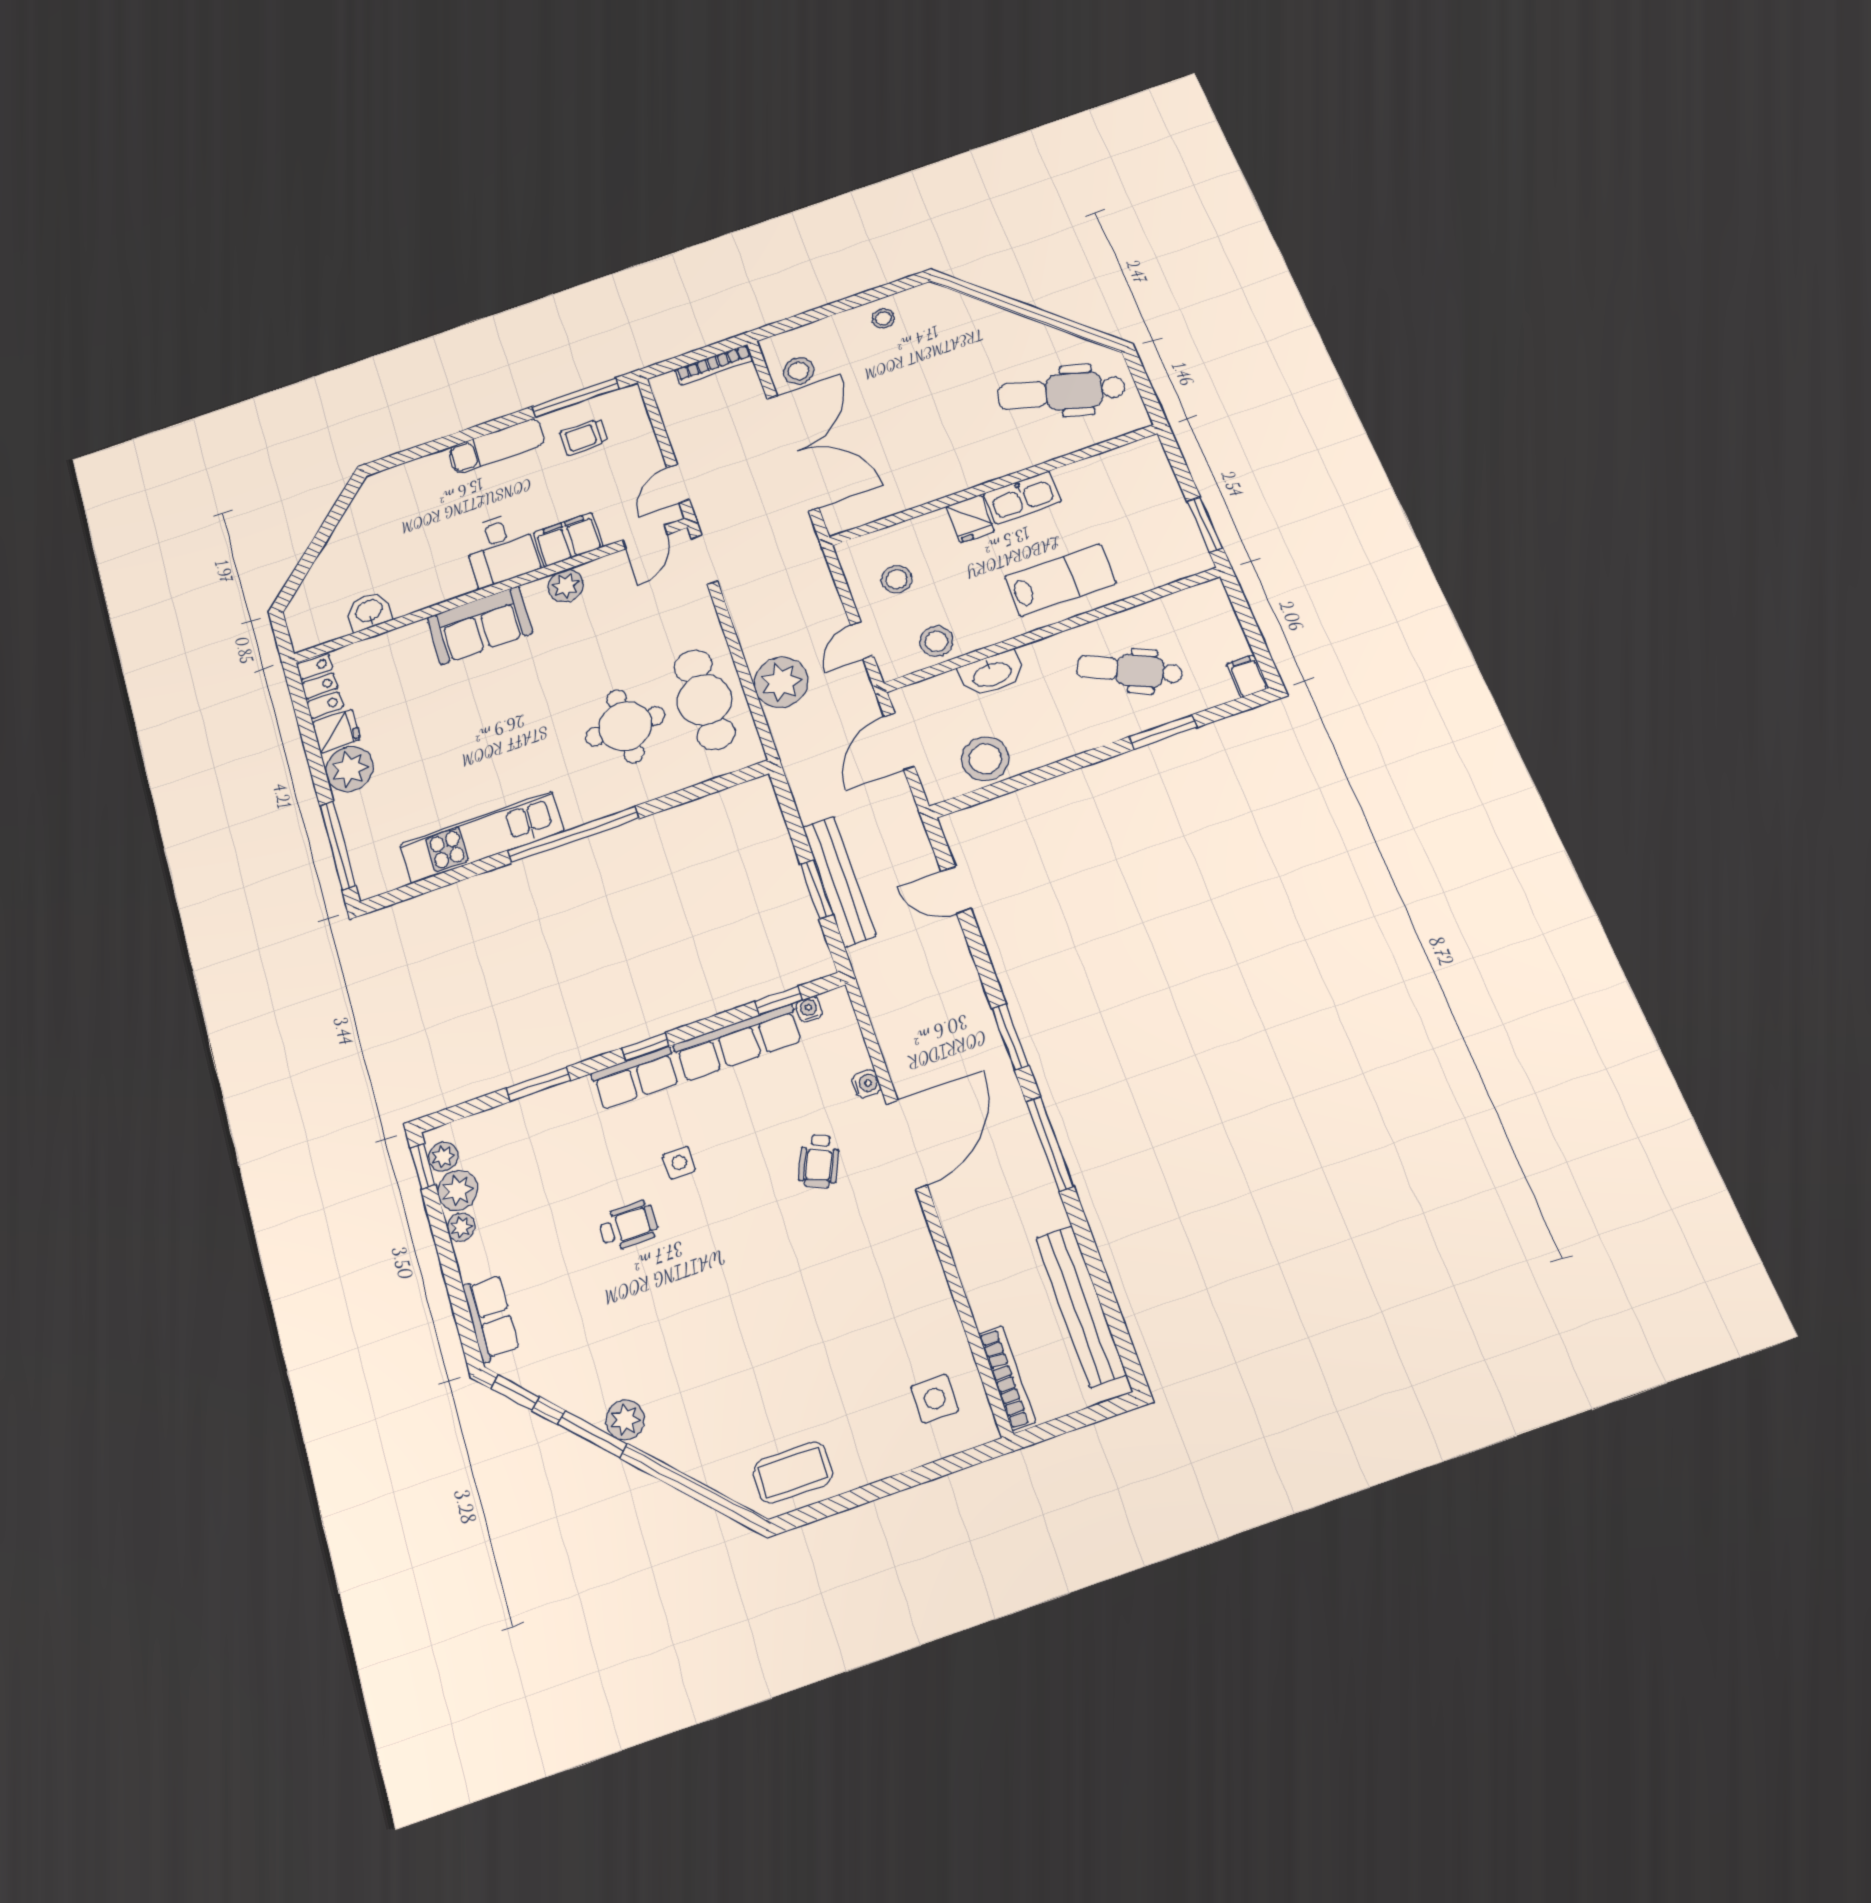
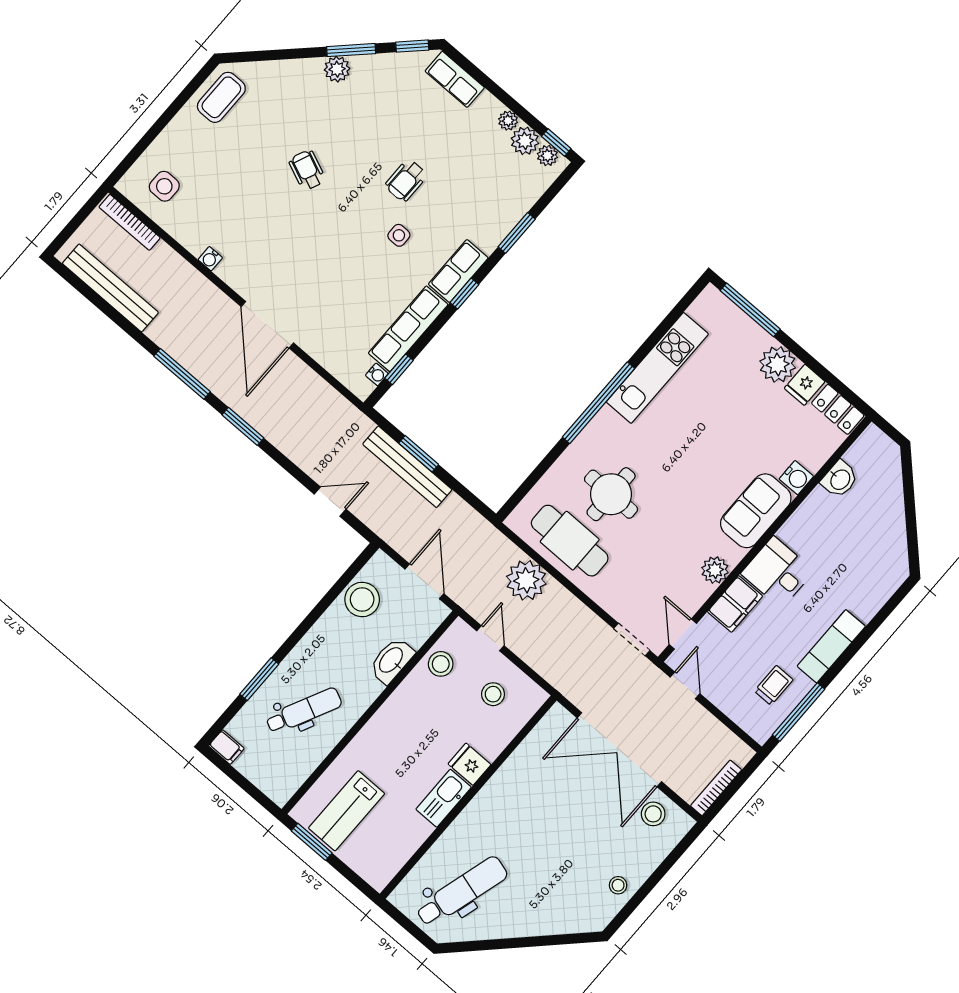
lab bench: (1060, 580) -> (347, 811), moved
water cooler: (413, 637) -> (796, 478), added
water cooler: (866, 1084) -> (210, 259), moved
wheelchair: (819, 1161) -> (307, 170), moved

